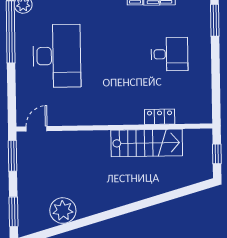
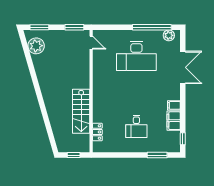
locker: (160, 117) -> (97, 132), moved
plant: (63, 211) -> (36, 46), moved

